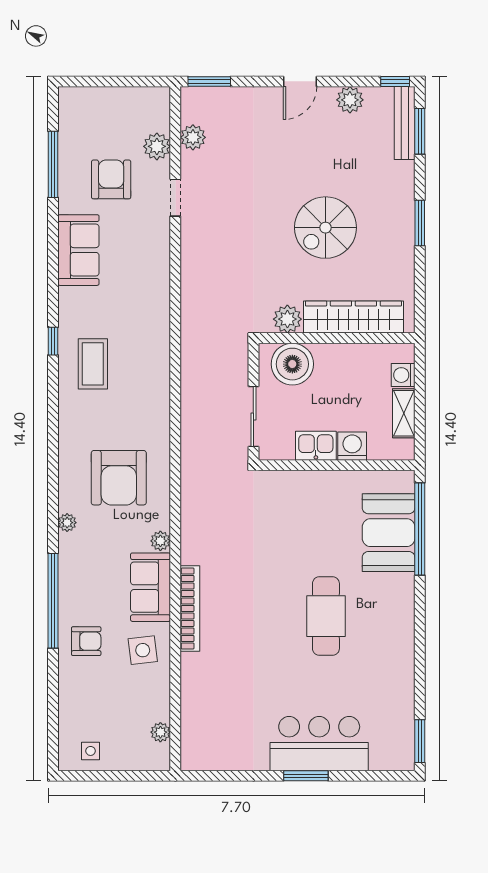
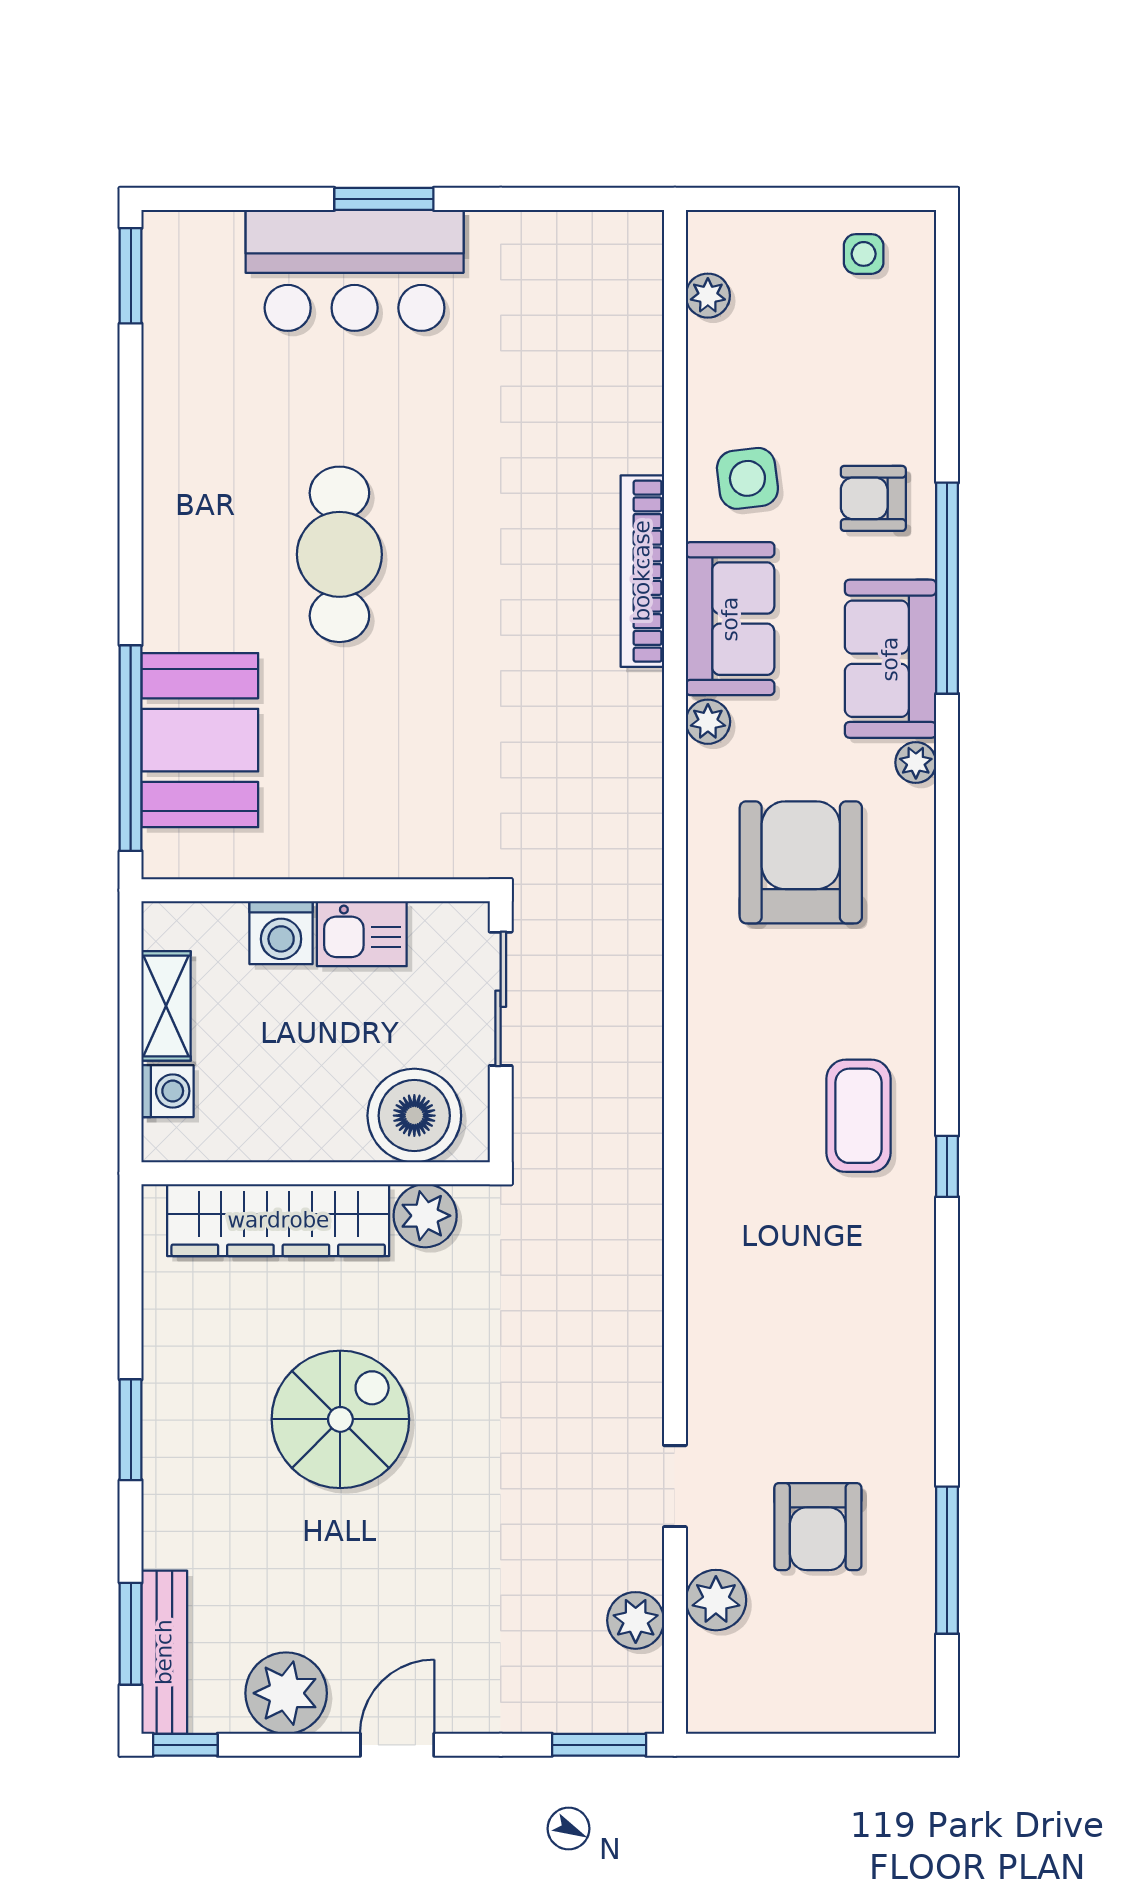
plant: (350, 100) -> (286, 1693), width x1.36, depth x1.36
sofa: (78, 250) -> (890, 659), moved

